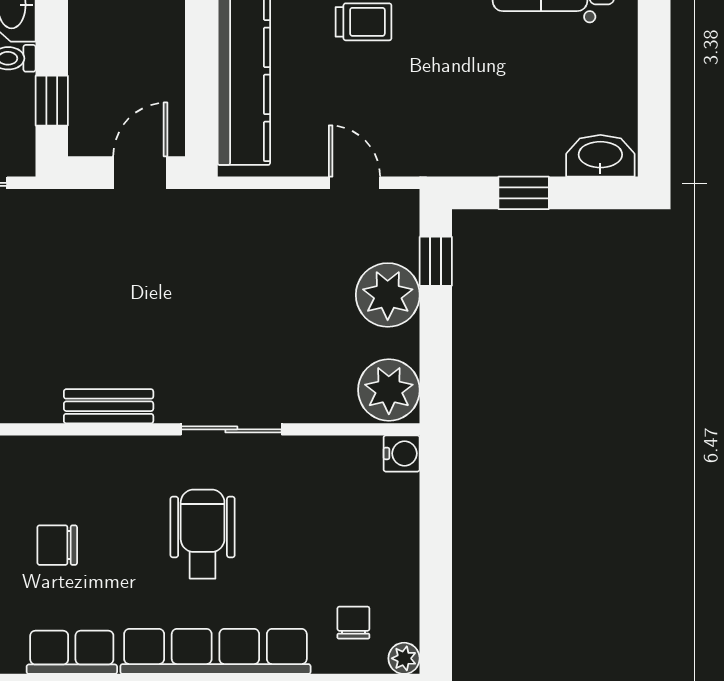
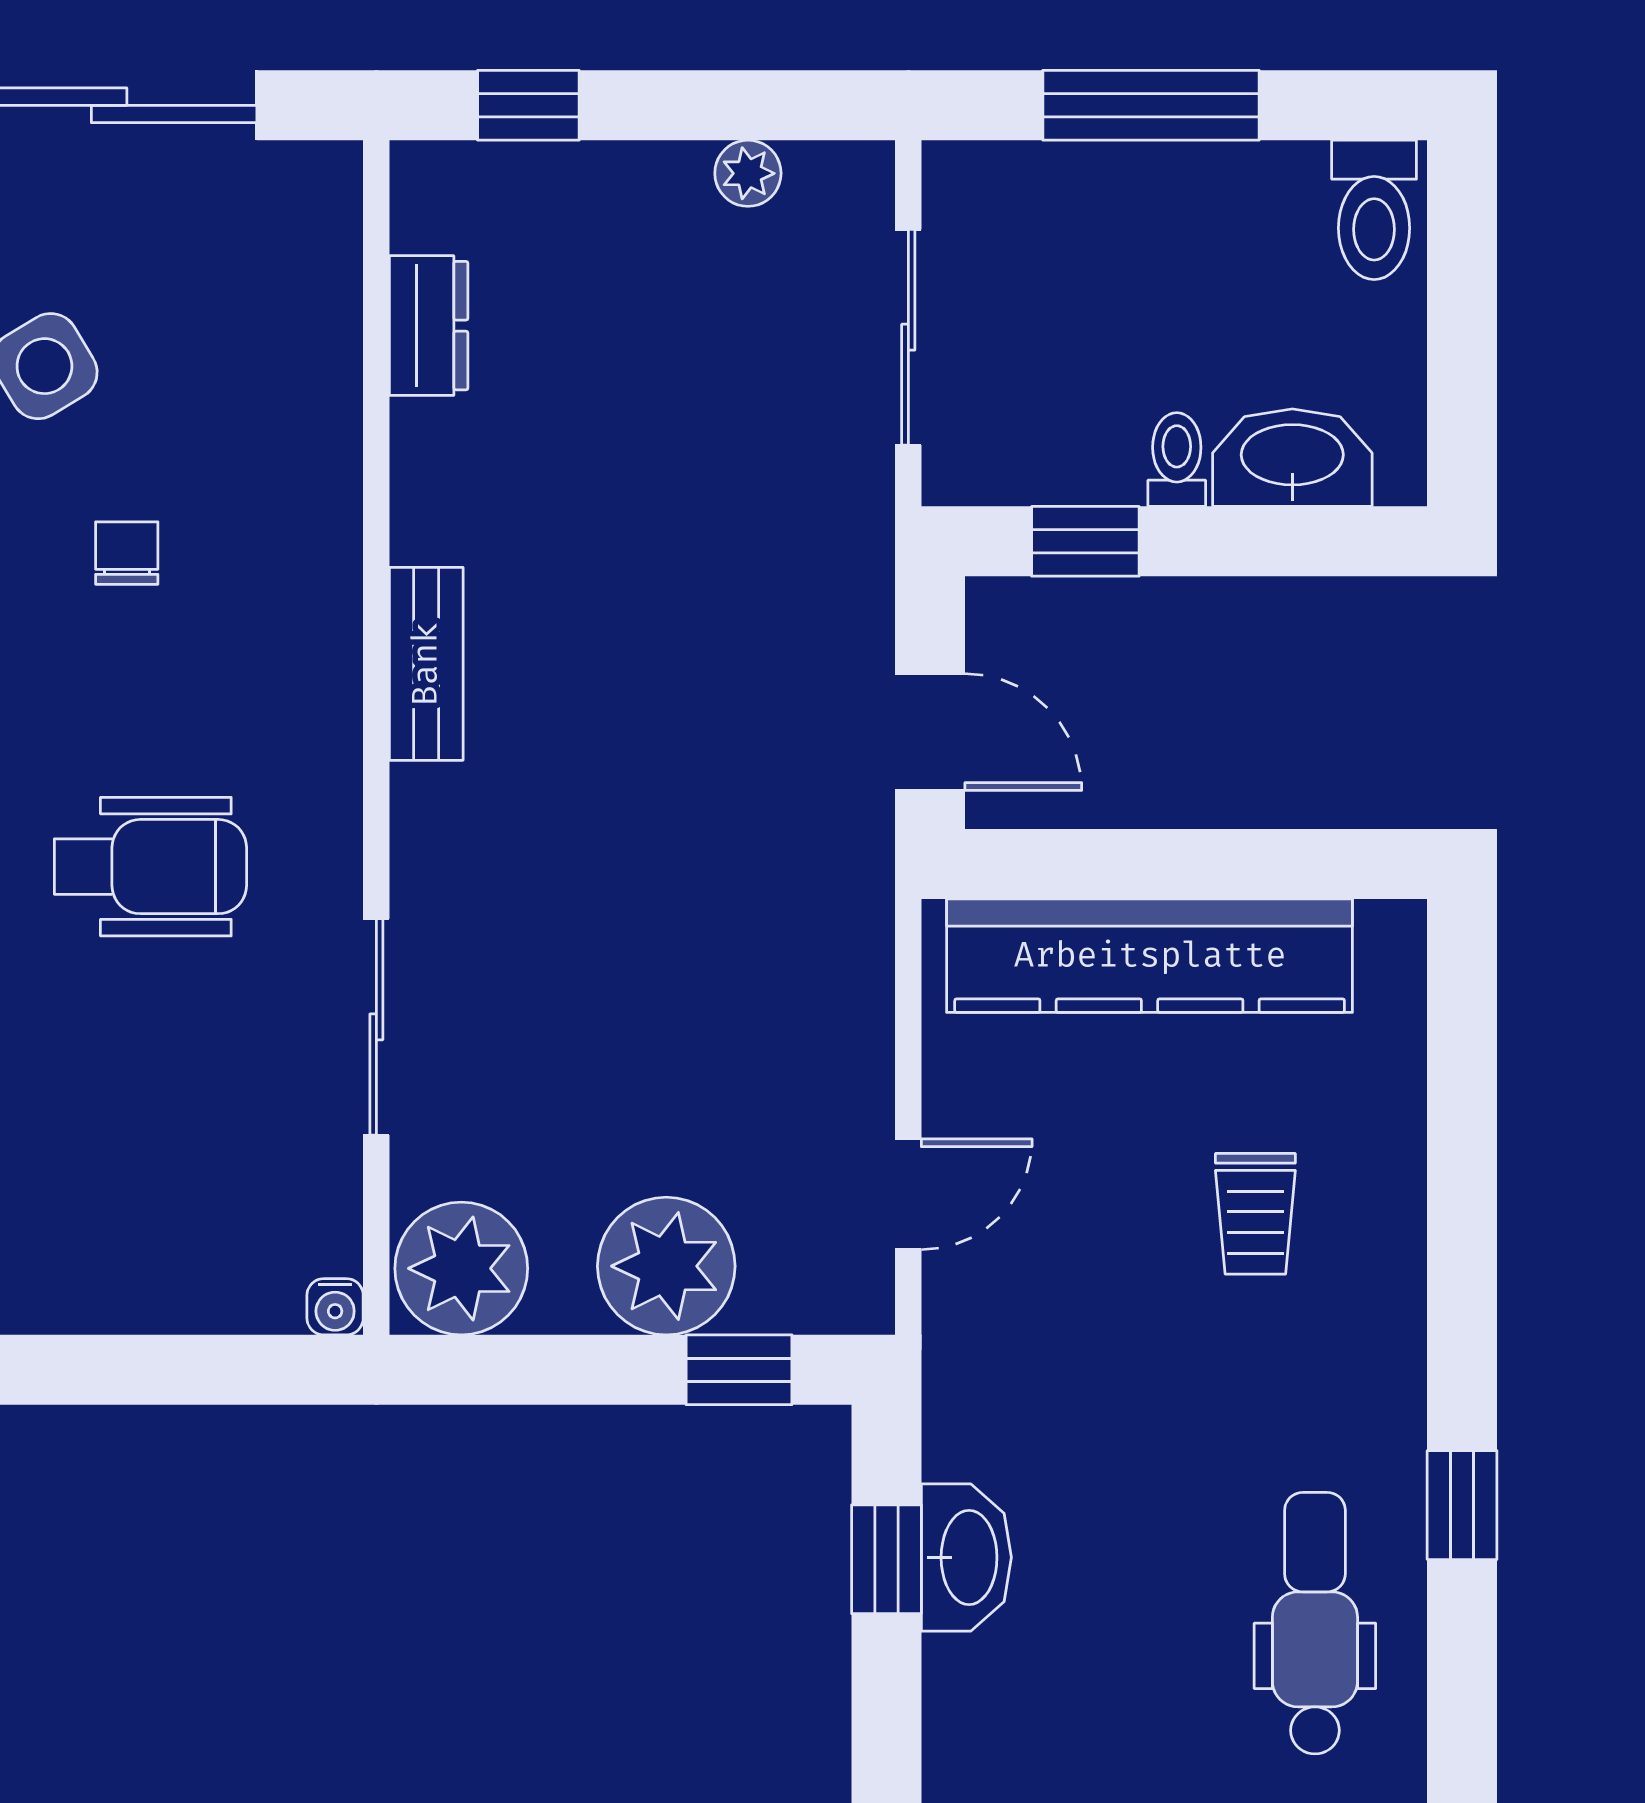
washbasin: (600, 156) -> (966, 1557), moved
sliding door: (231, 429) -> (376, 1027), moved
water cooler: (402, 453) -> (335, 1307), width x0.72, depth x0.72
chair: (57, 545) -> (127, 553), width x0.73, depth x0.73

